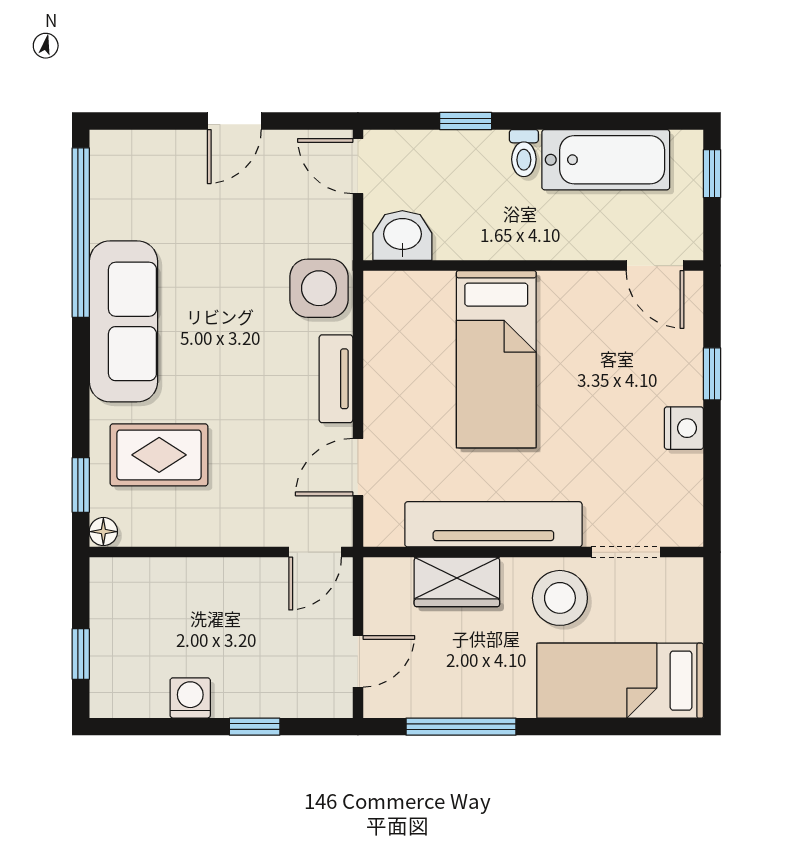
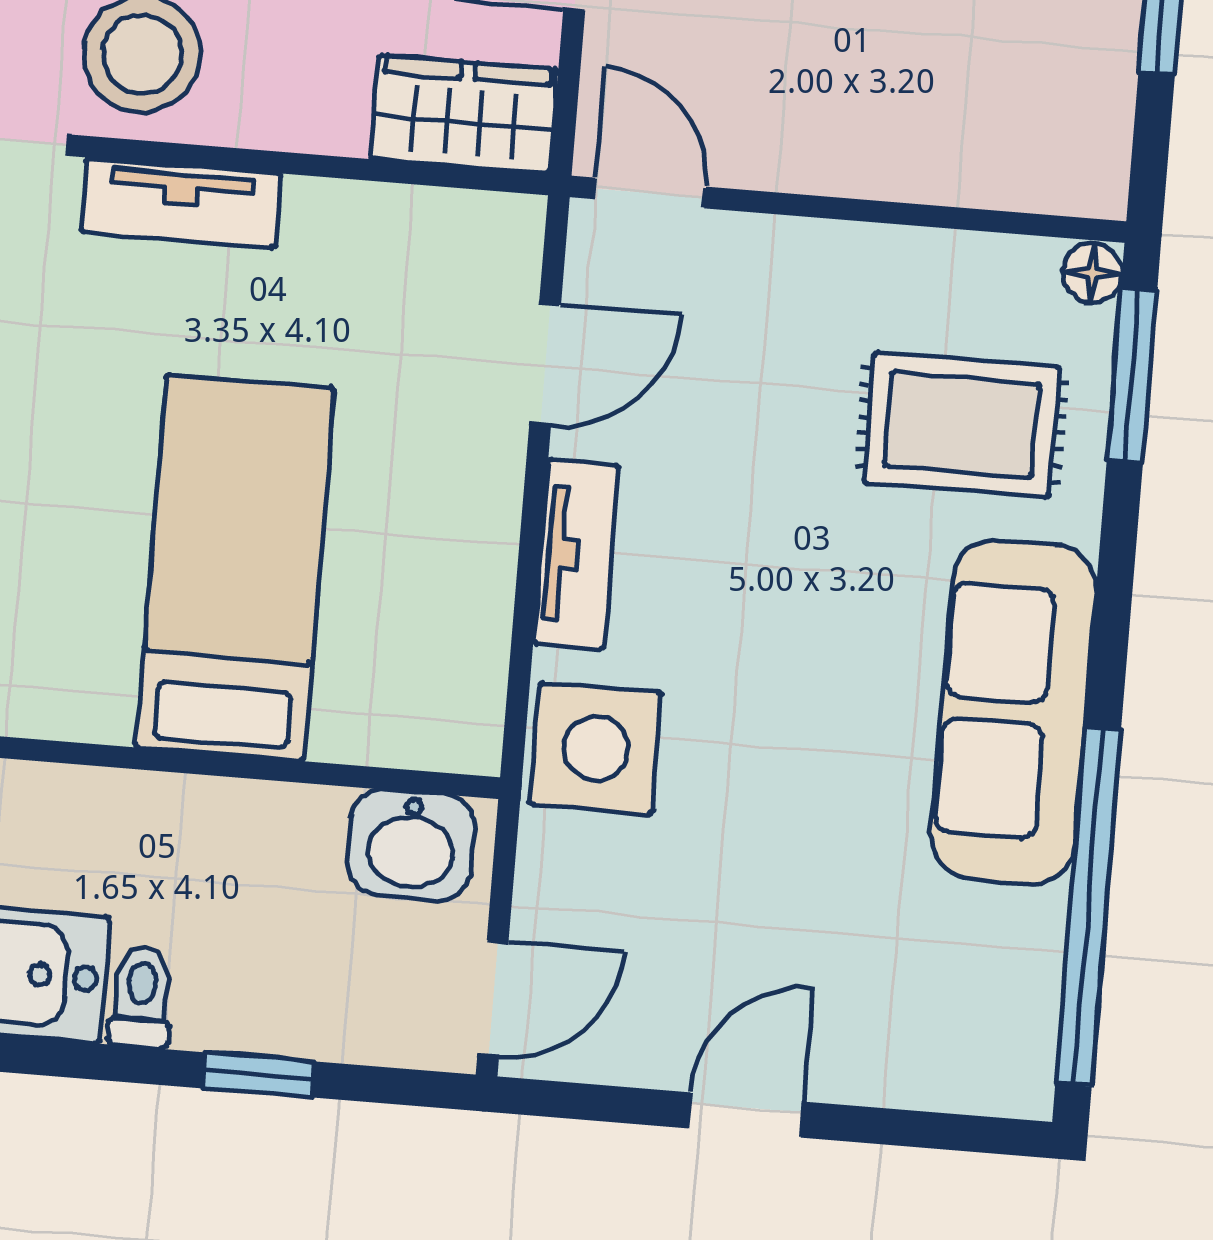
door: (358, 166) -> (493, 999), hinge flipped
window: (81, 485) -> (1132, 375), width x1.50
tv unit: (493, 524) -> (181, 203), width x0.52, depth x0.78
door: (315, 552) -> (650, 193), hinge flipped
wardrobe: (457, 582) -> (464, 114), moved

